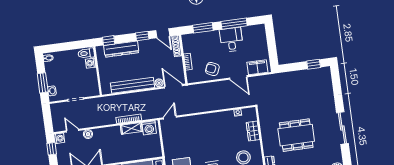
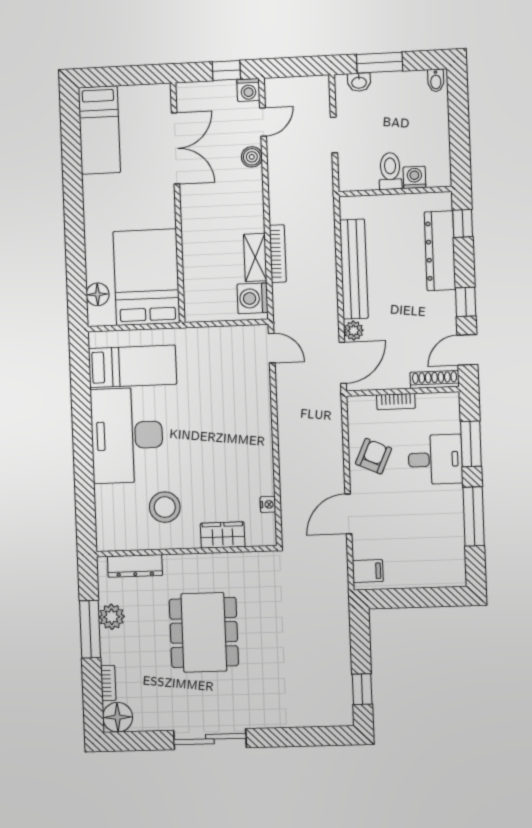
desk: (231, 40) -> (435, 459), moved
toilet: (86, 53) -> (390, 171), moved
filing cabinet: (257, 67) -> (368, 571), width x0.50

